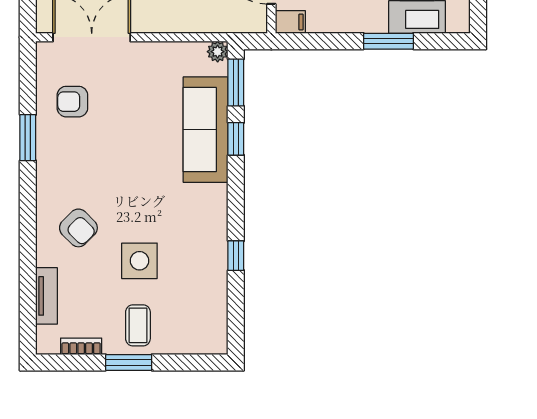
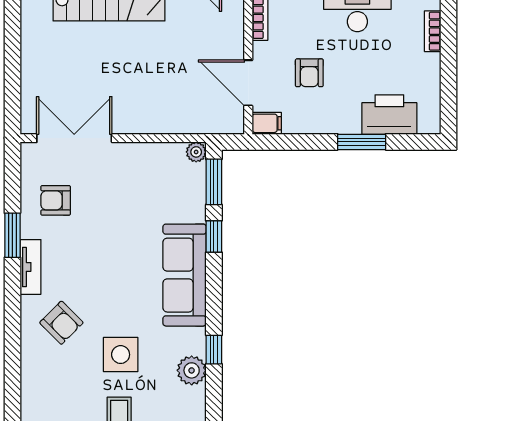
sofa: (206, 130) -> (185, 275), moved
plant: (213, 277) -> (192, 370), added
tv unit: (47, 296) -> (31, 267), moved

